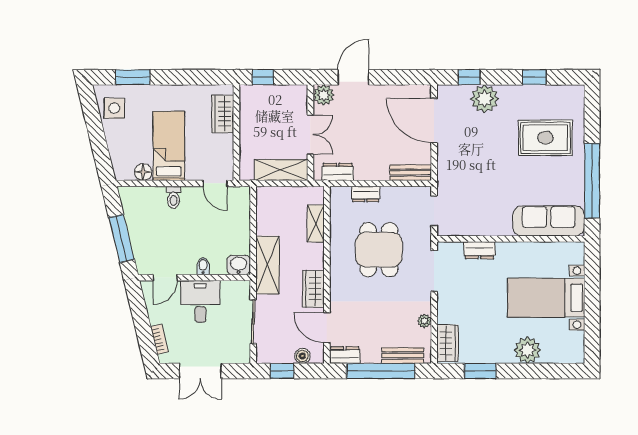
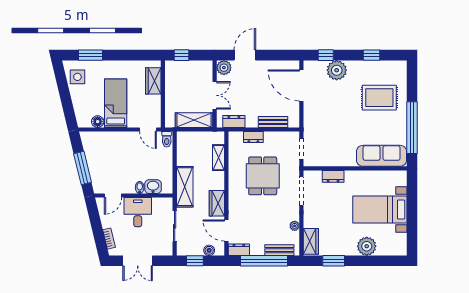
bench: (411, 173) -> (273, 122), moved
toilet: (174, 197) -> (167, 139), moved
washbasin: (239, 265) -> (153, 187), moved

